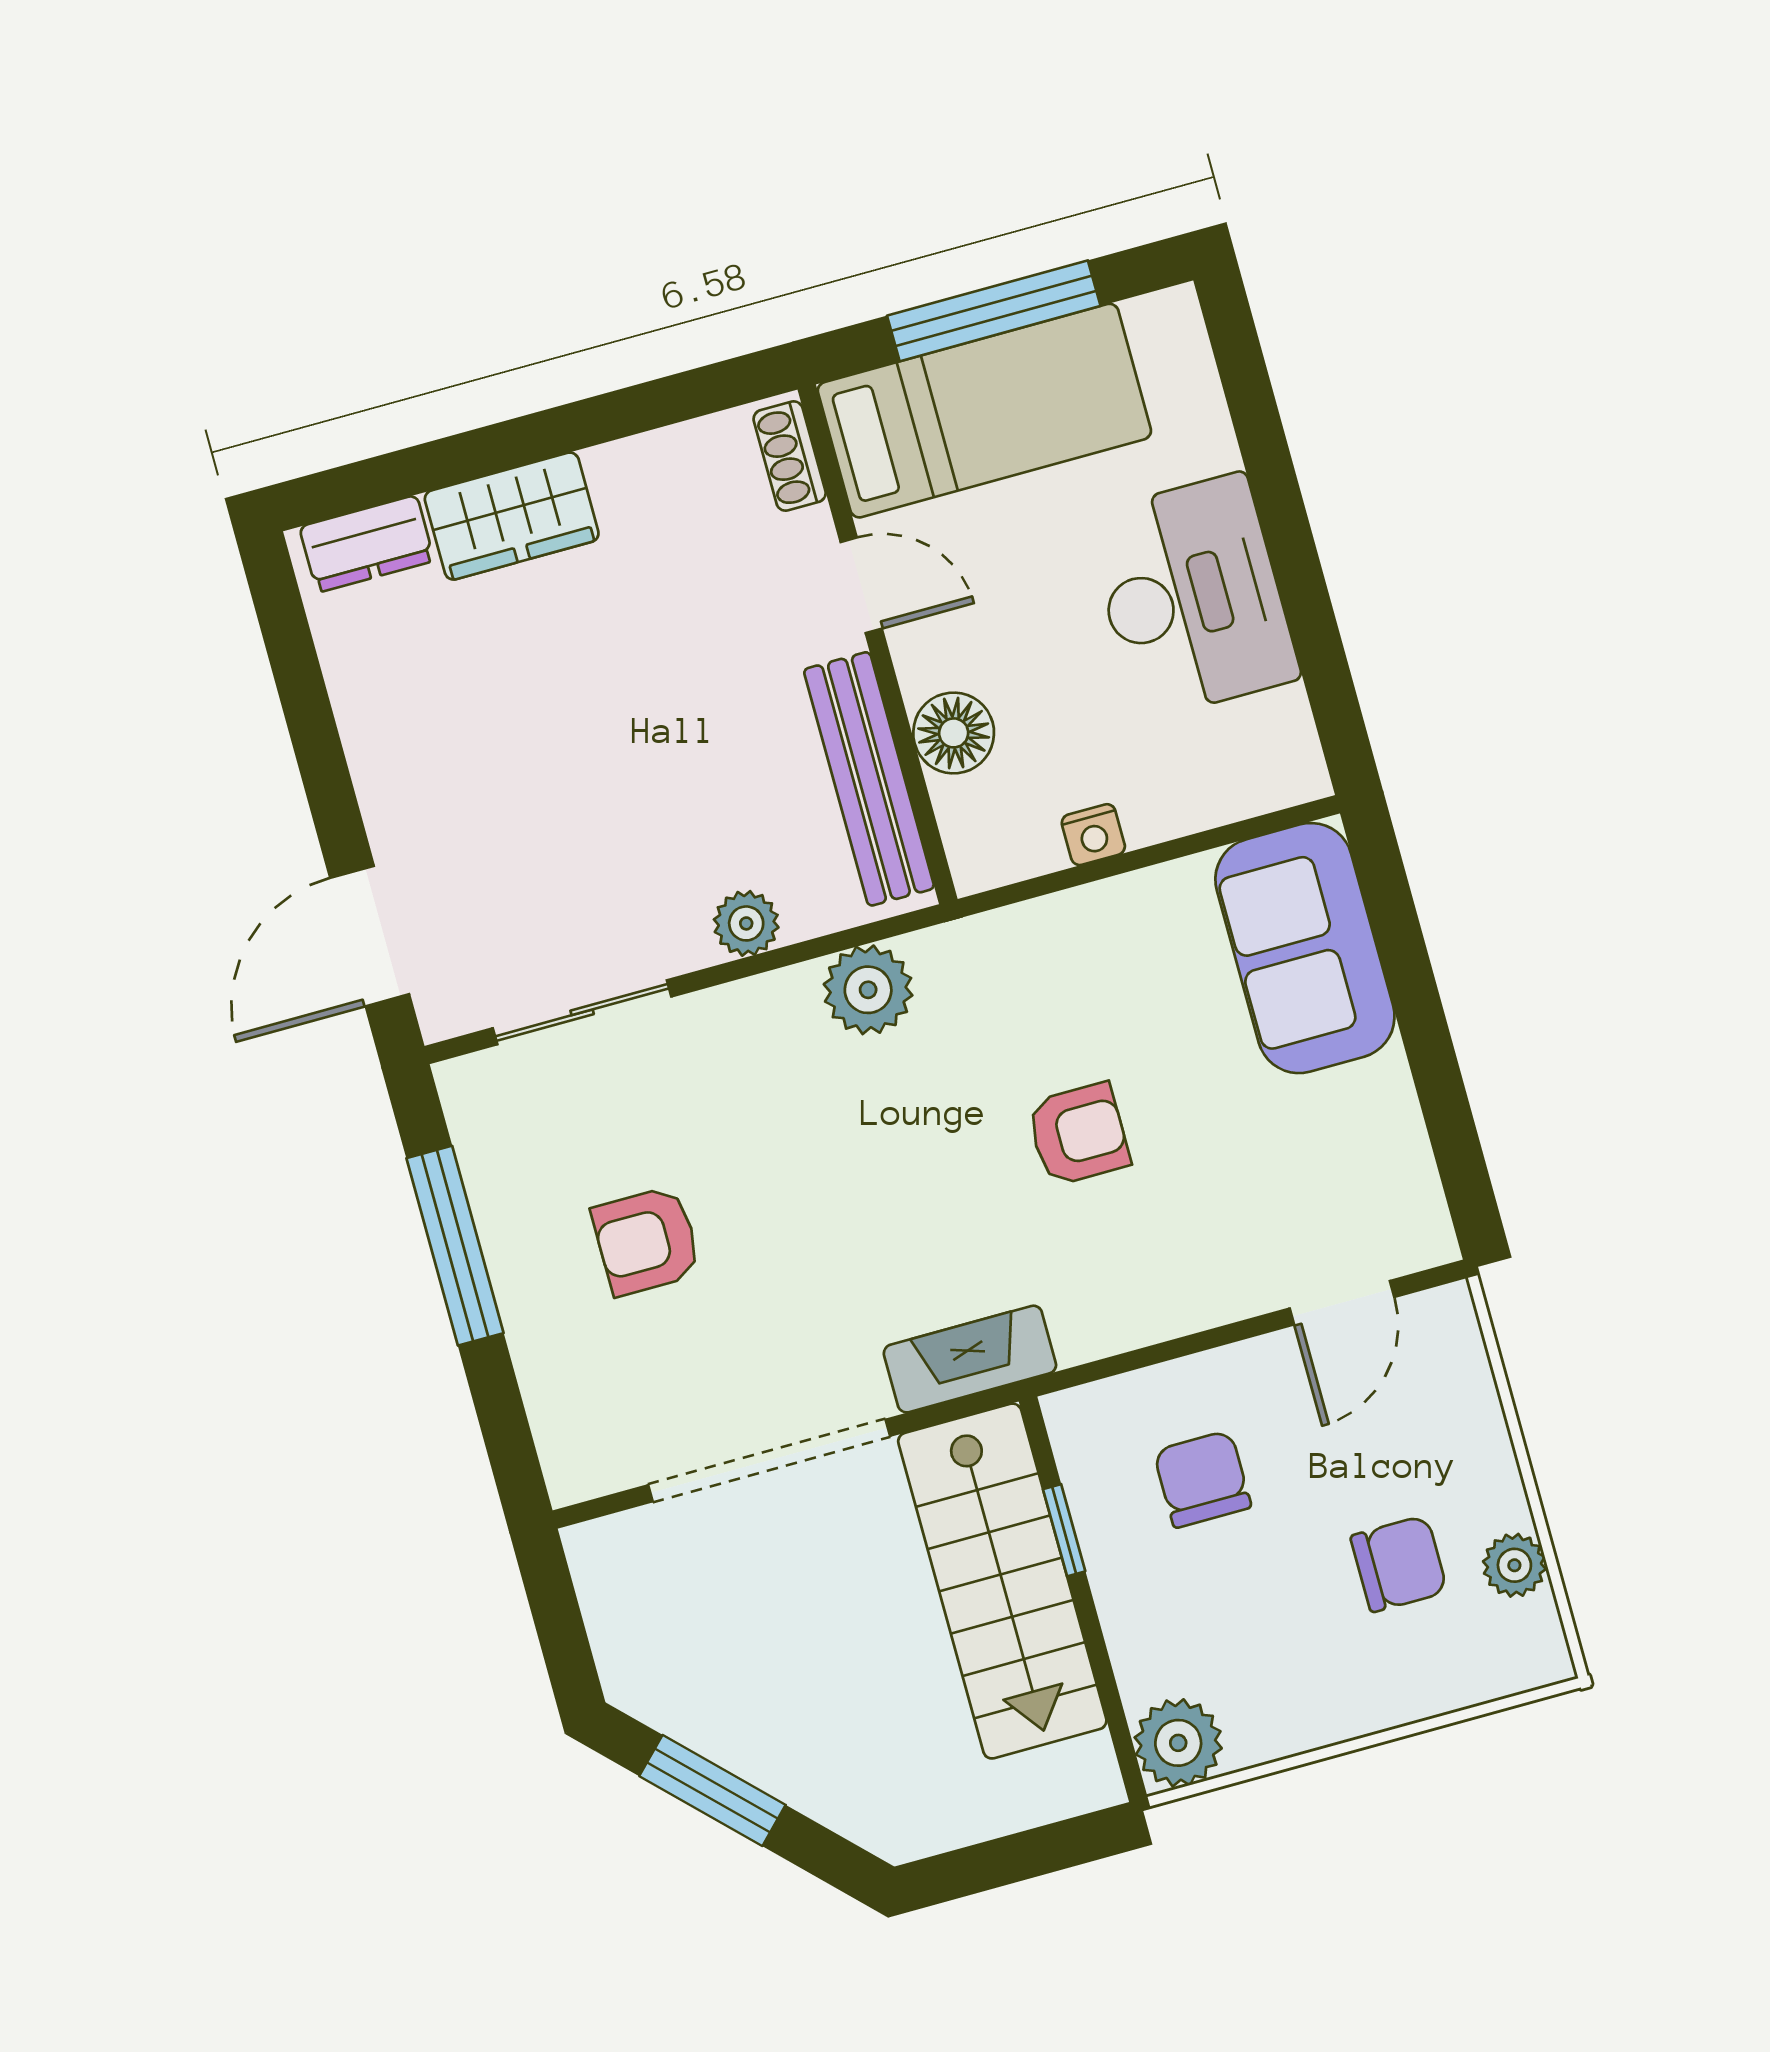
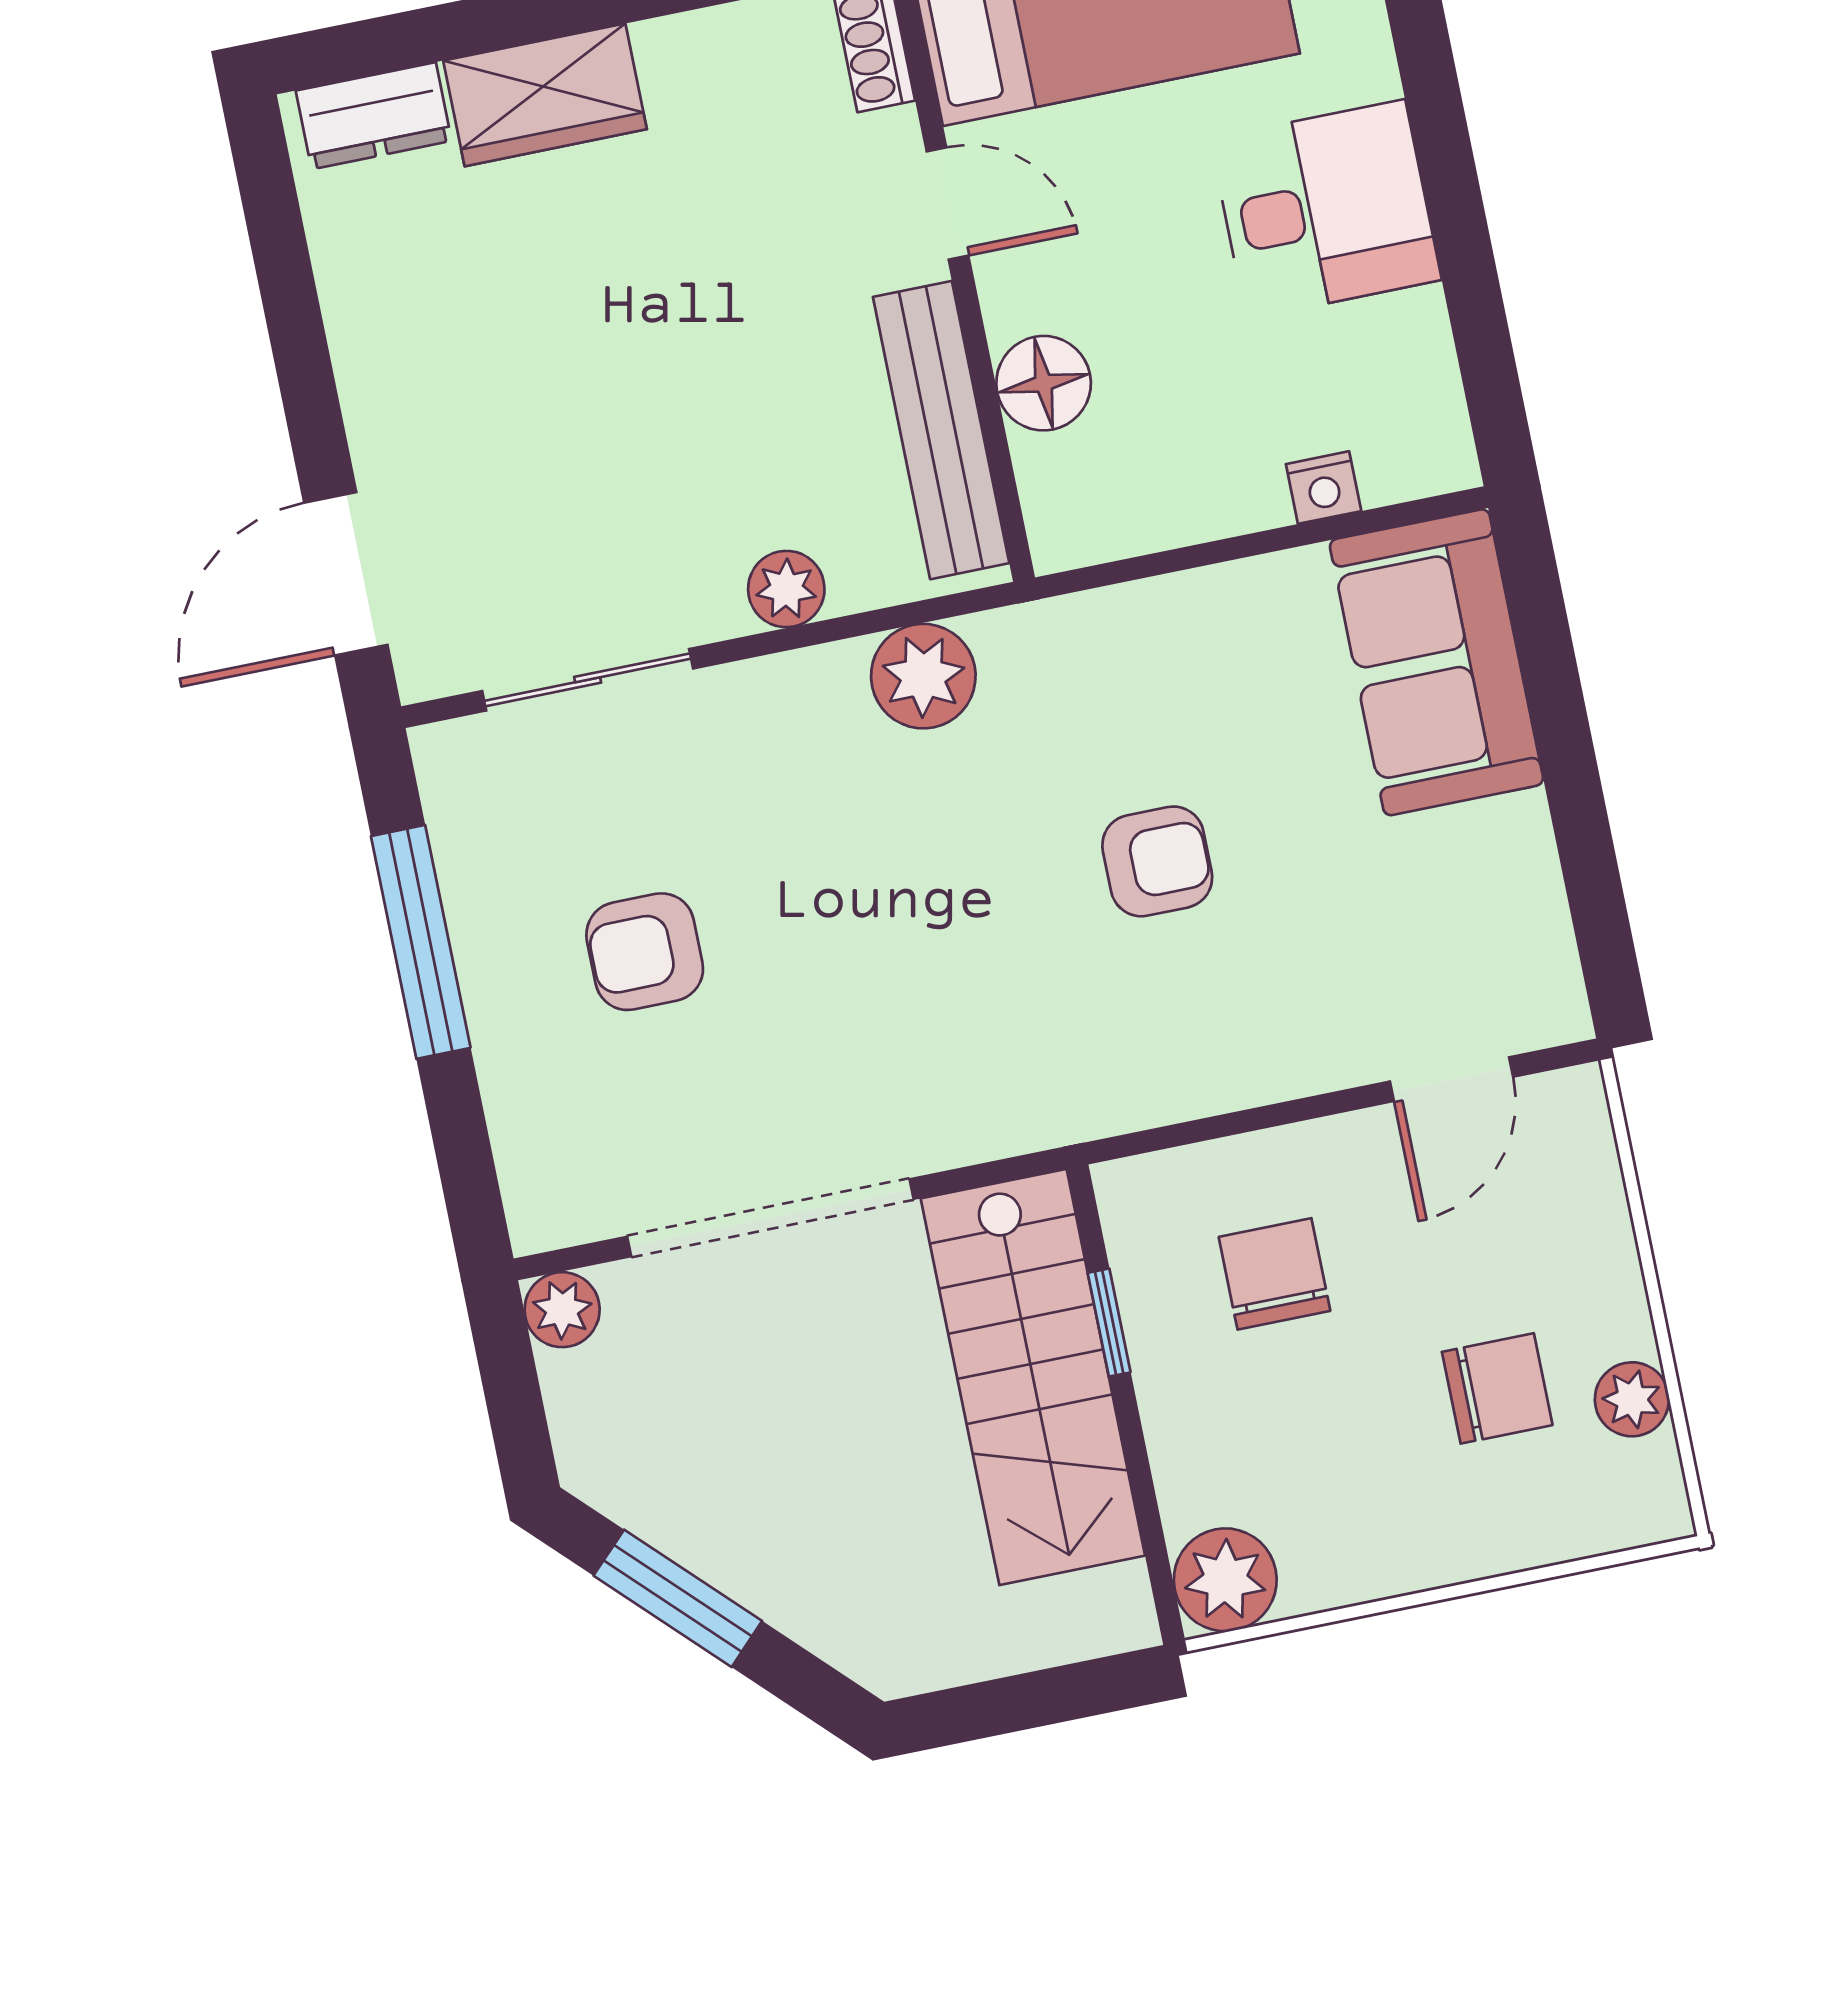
desk: (1192, 597) -> (1326, 209), width x0.73
nightstand: (1093, 835) -> (1324, 488), moved
fireplace: (970, 1359) -> (1013, 1115), removed
plant: (597, 1551) -> (562, 1310), added

